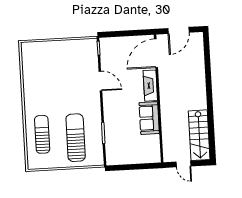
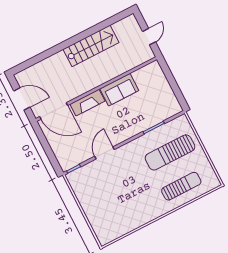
sun lounger: (42, 134) -> (181, 186), turned 180
stairs: (199, 135) -> (91, 46), moved

